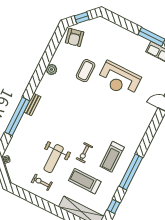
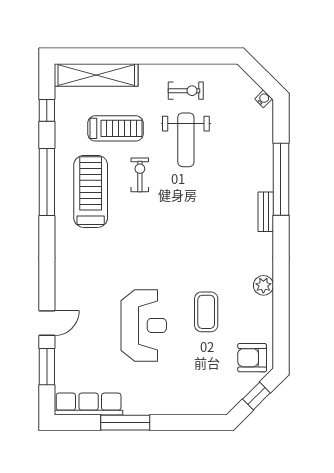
armchair: (75, 37) -> (252, 358), turned -78
reception desk: (119, 79) -> (144, 325), turned 90
treadmill: (112, 157) -> (91, 191), width x1.37, depth x1.38
weight bench: (54, 159) -> (186, 140), turned 180

